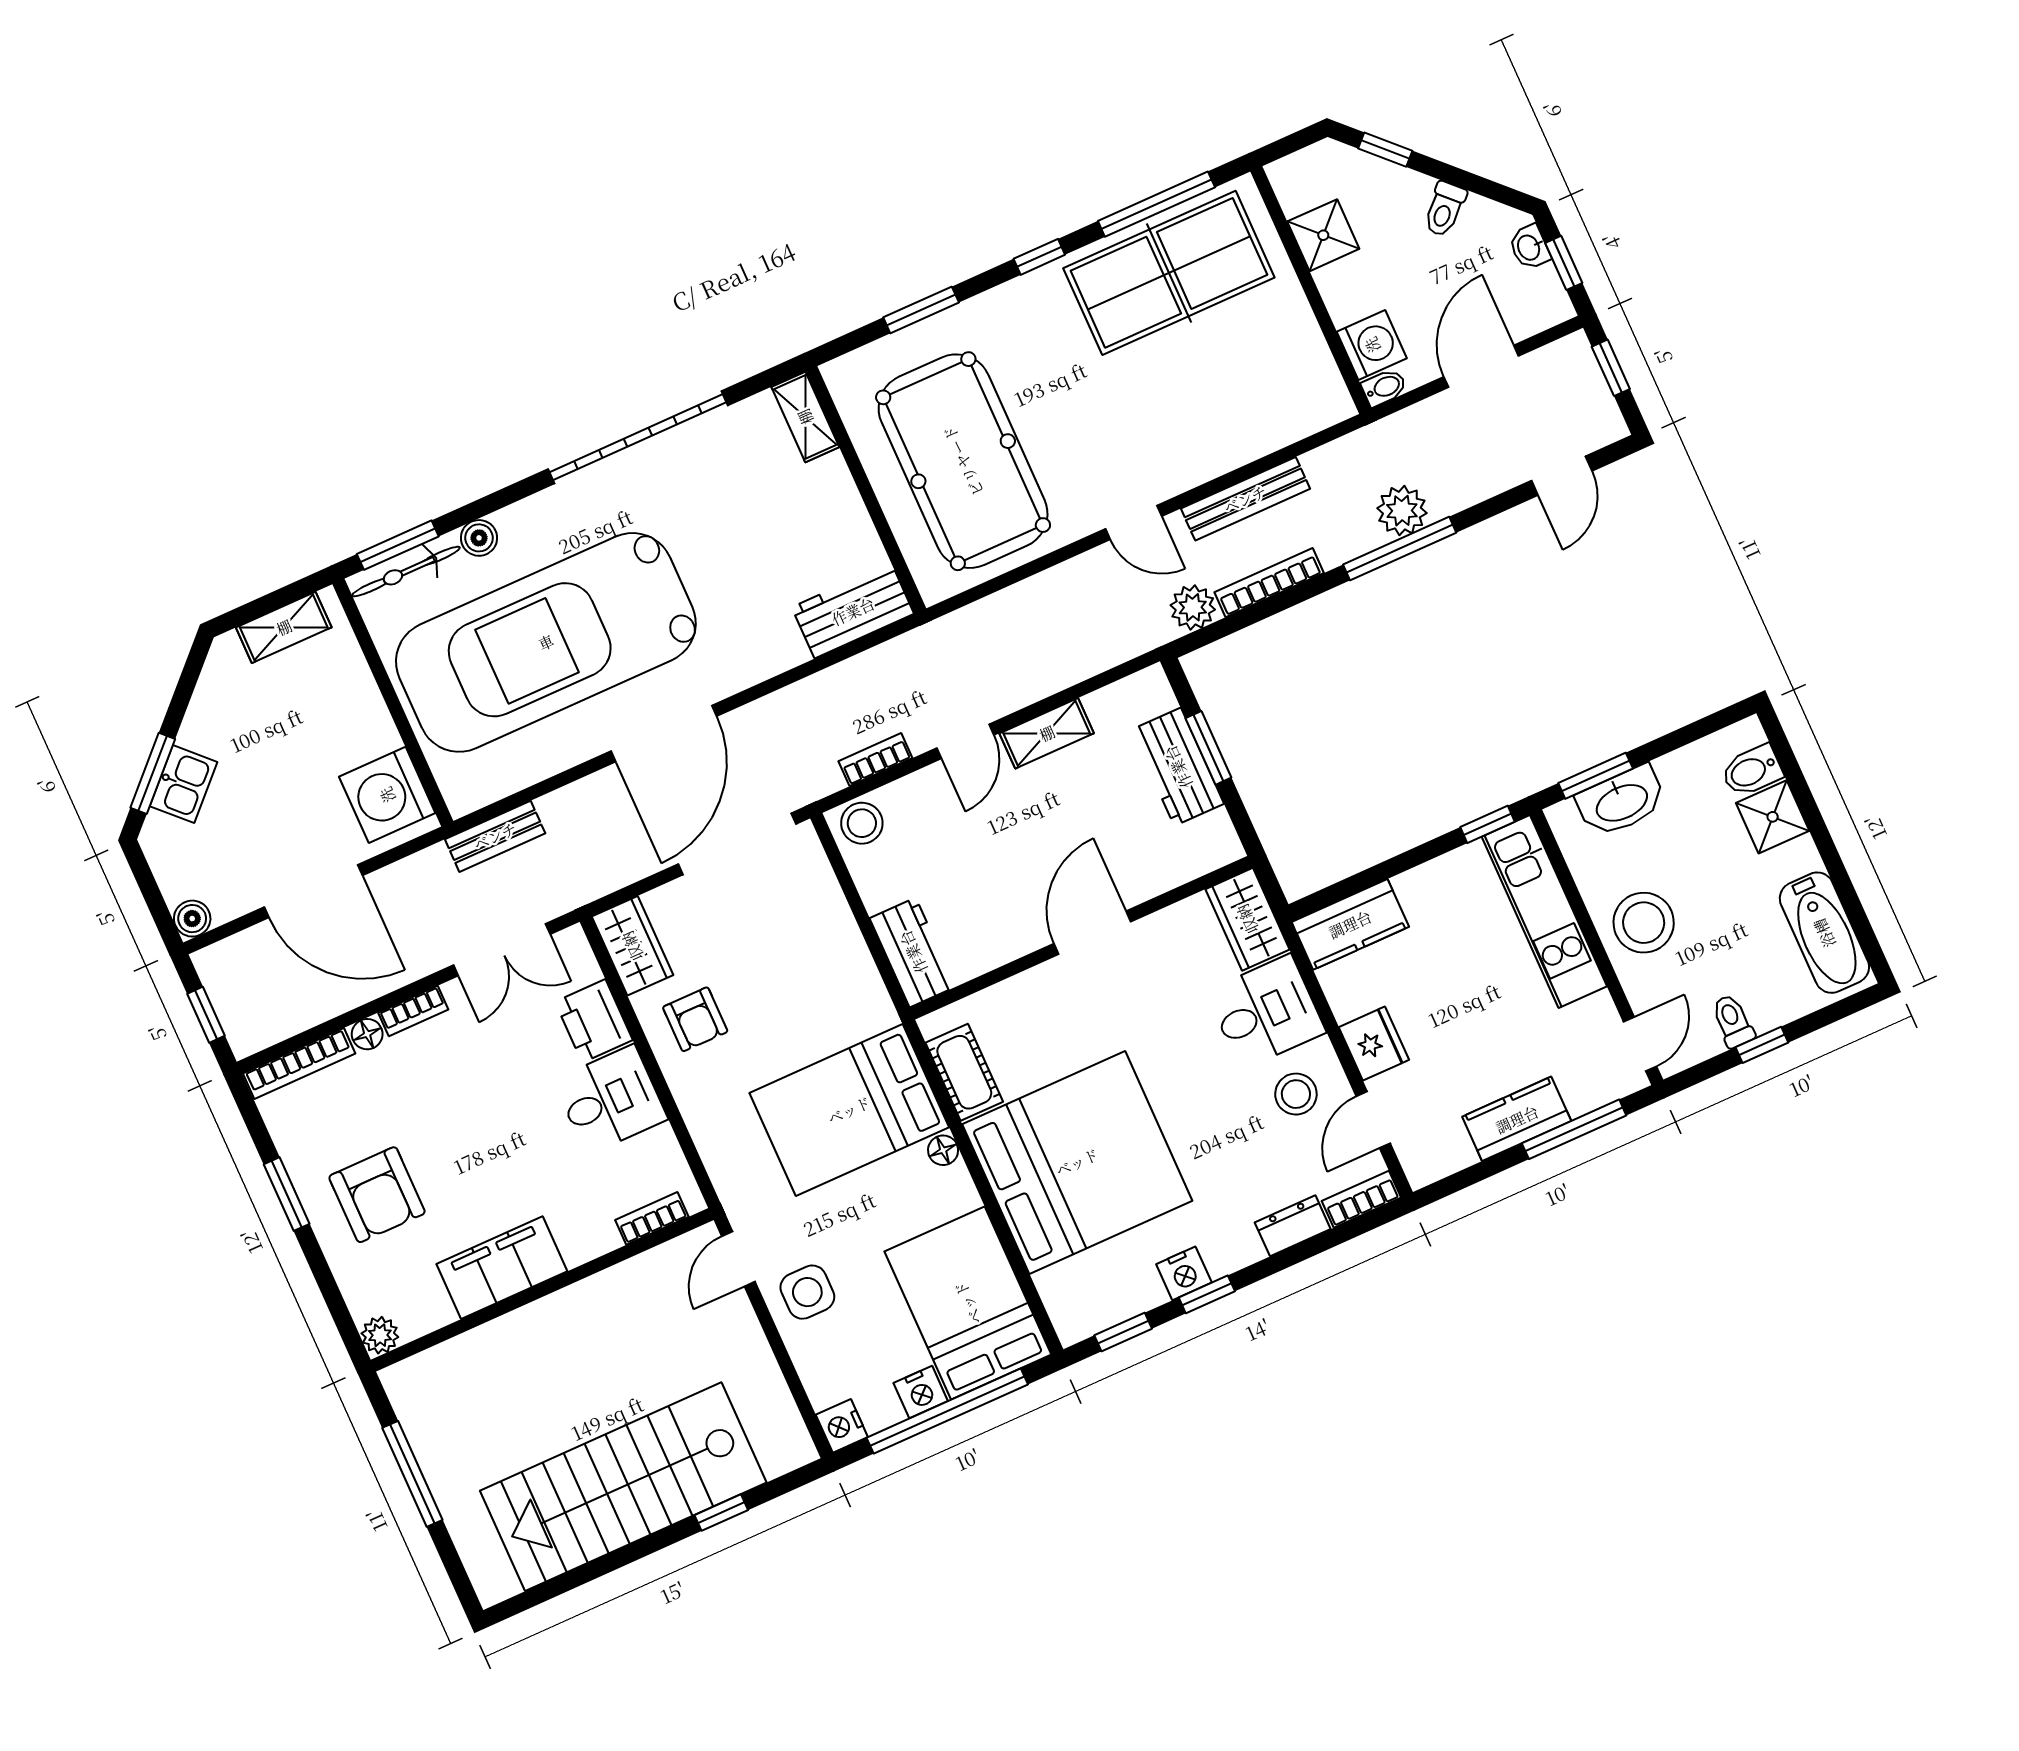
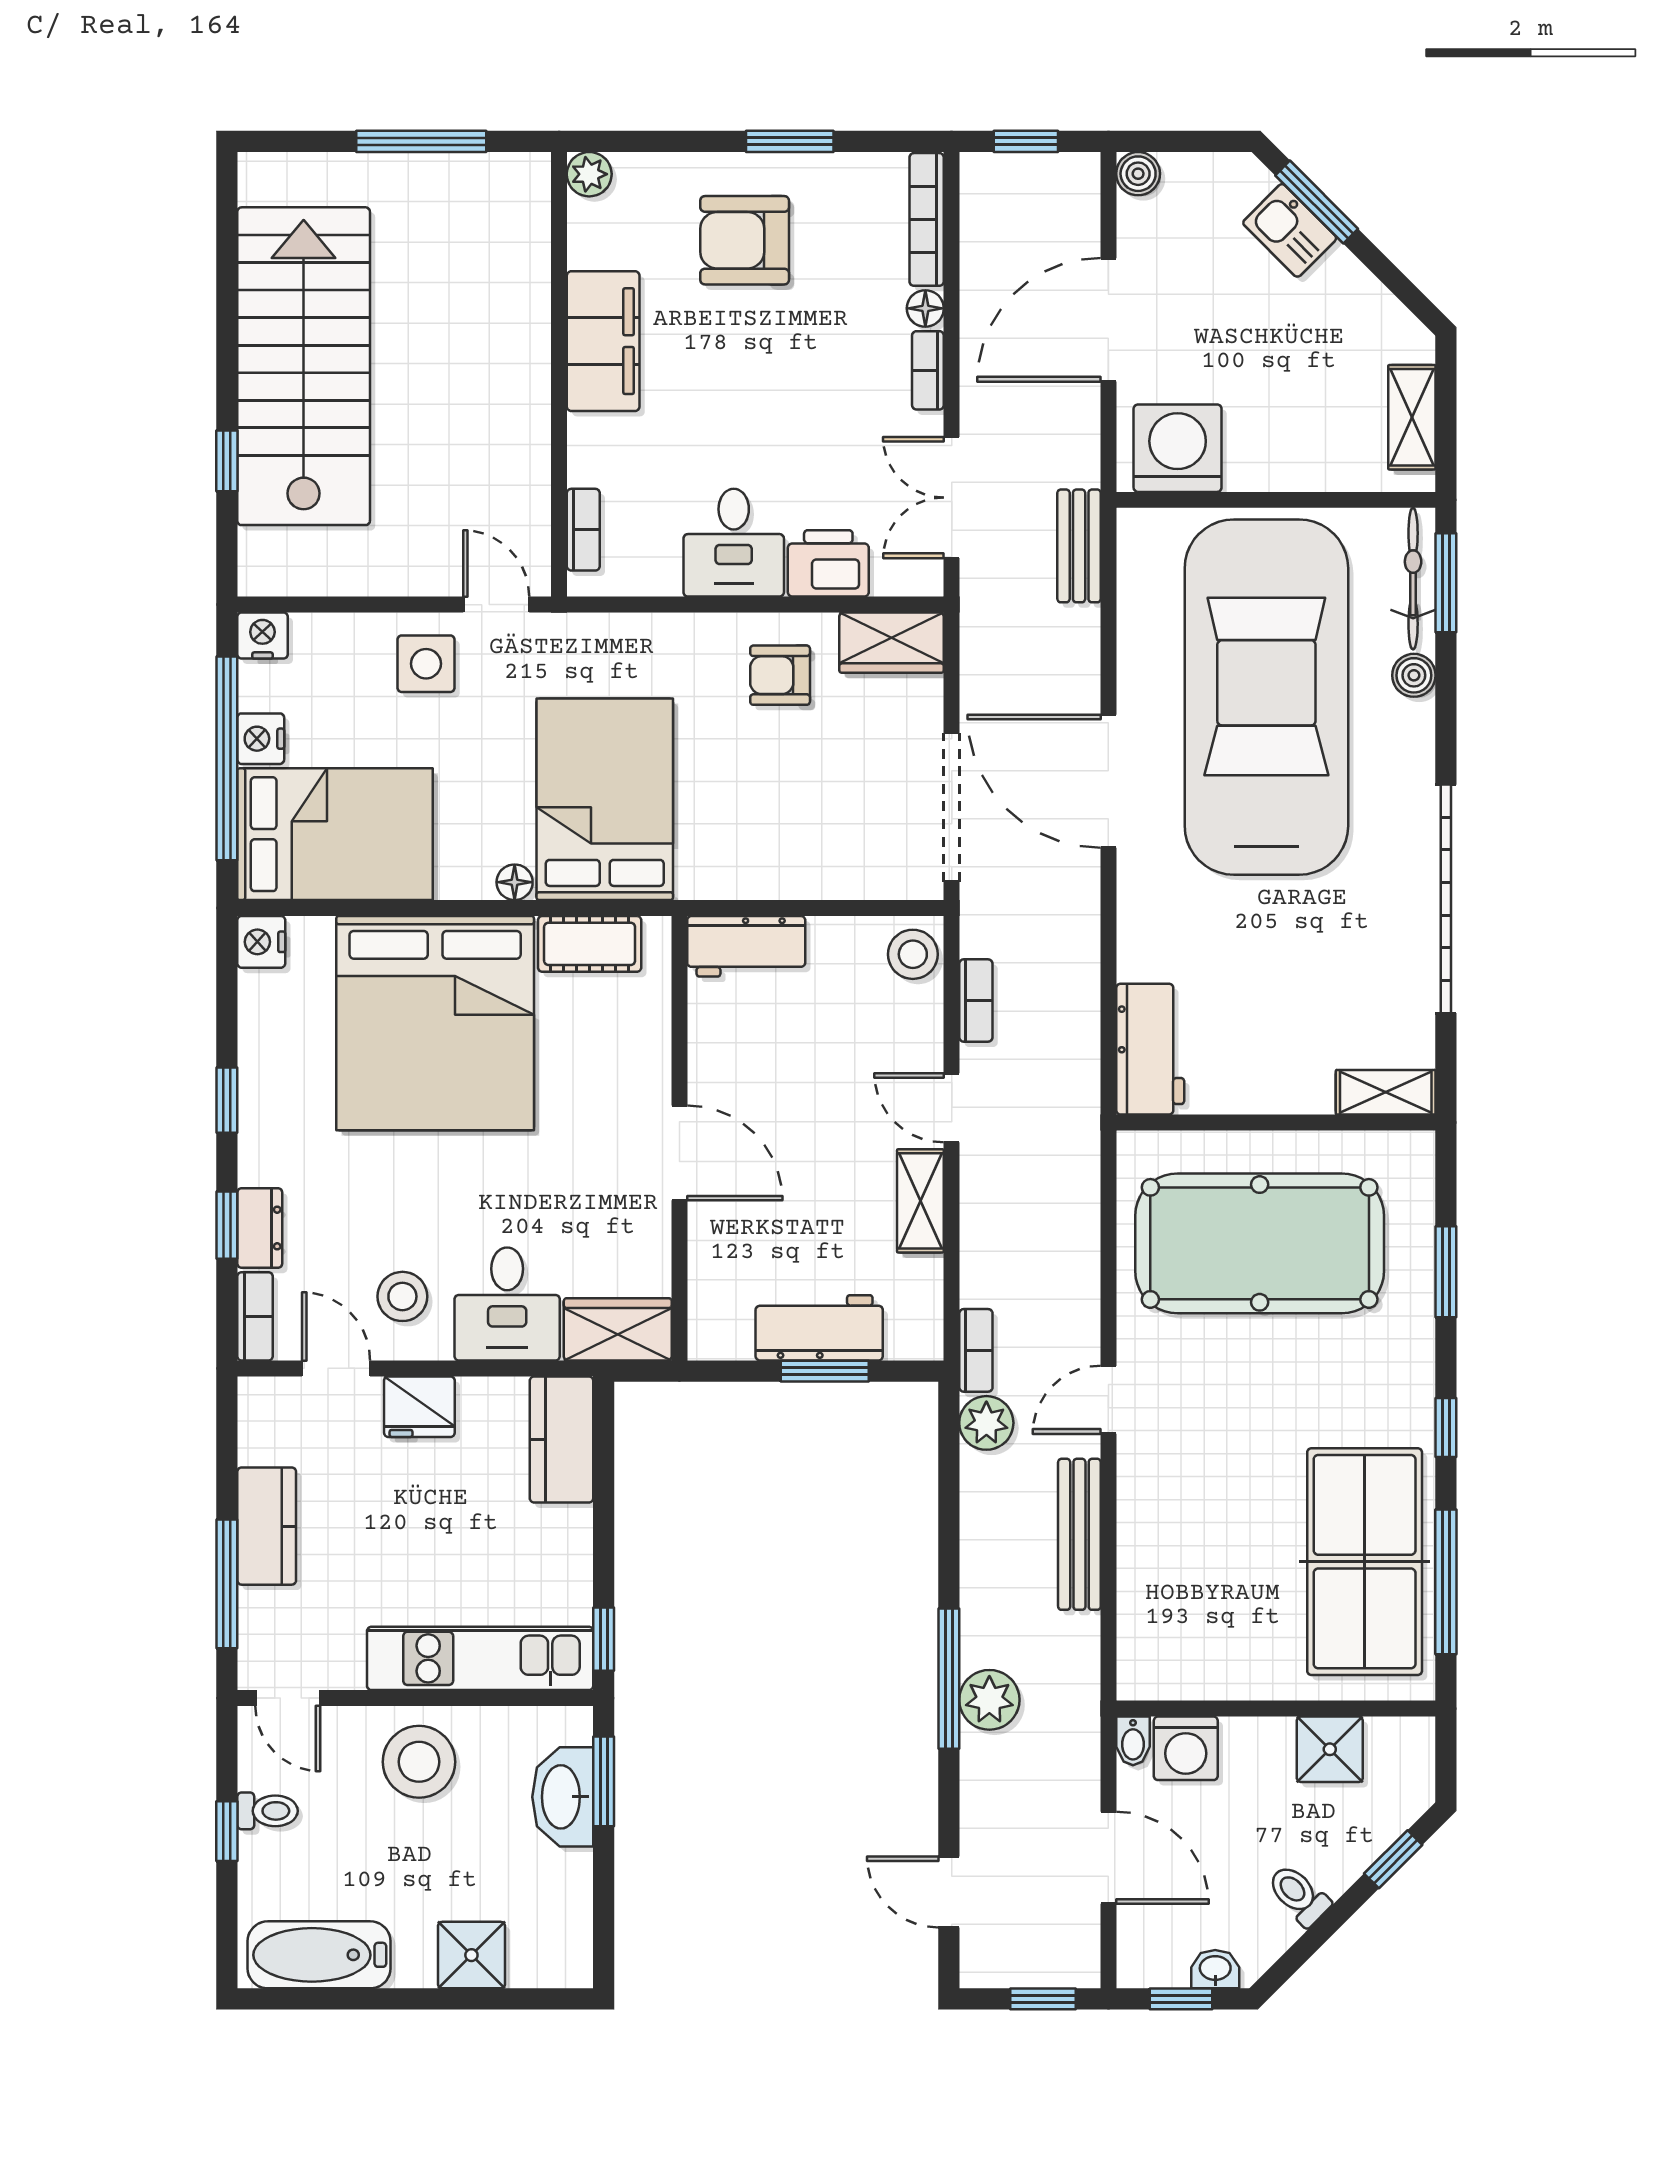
bookcase: (1269, 583) -> (976, 1350), moved, width x0.64
bidet: (1752, 771) -> (532, 1955), removed
nightstand: (1184, 1273) -> (261, 942), moved
window: (1123, 1332) -> (227, 1225), moved

